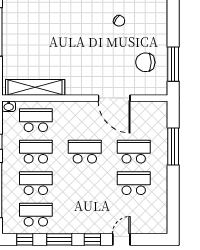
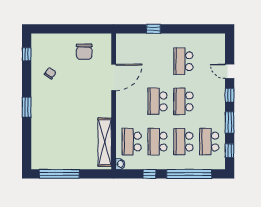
window: (173, 64) -> (86, 29), removed
window: (173, 147) -> (153, 29), width x0.46
school desk: (134, 152) -> (183, 101), moved

